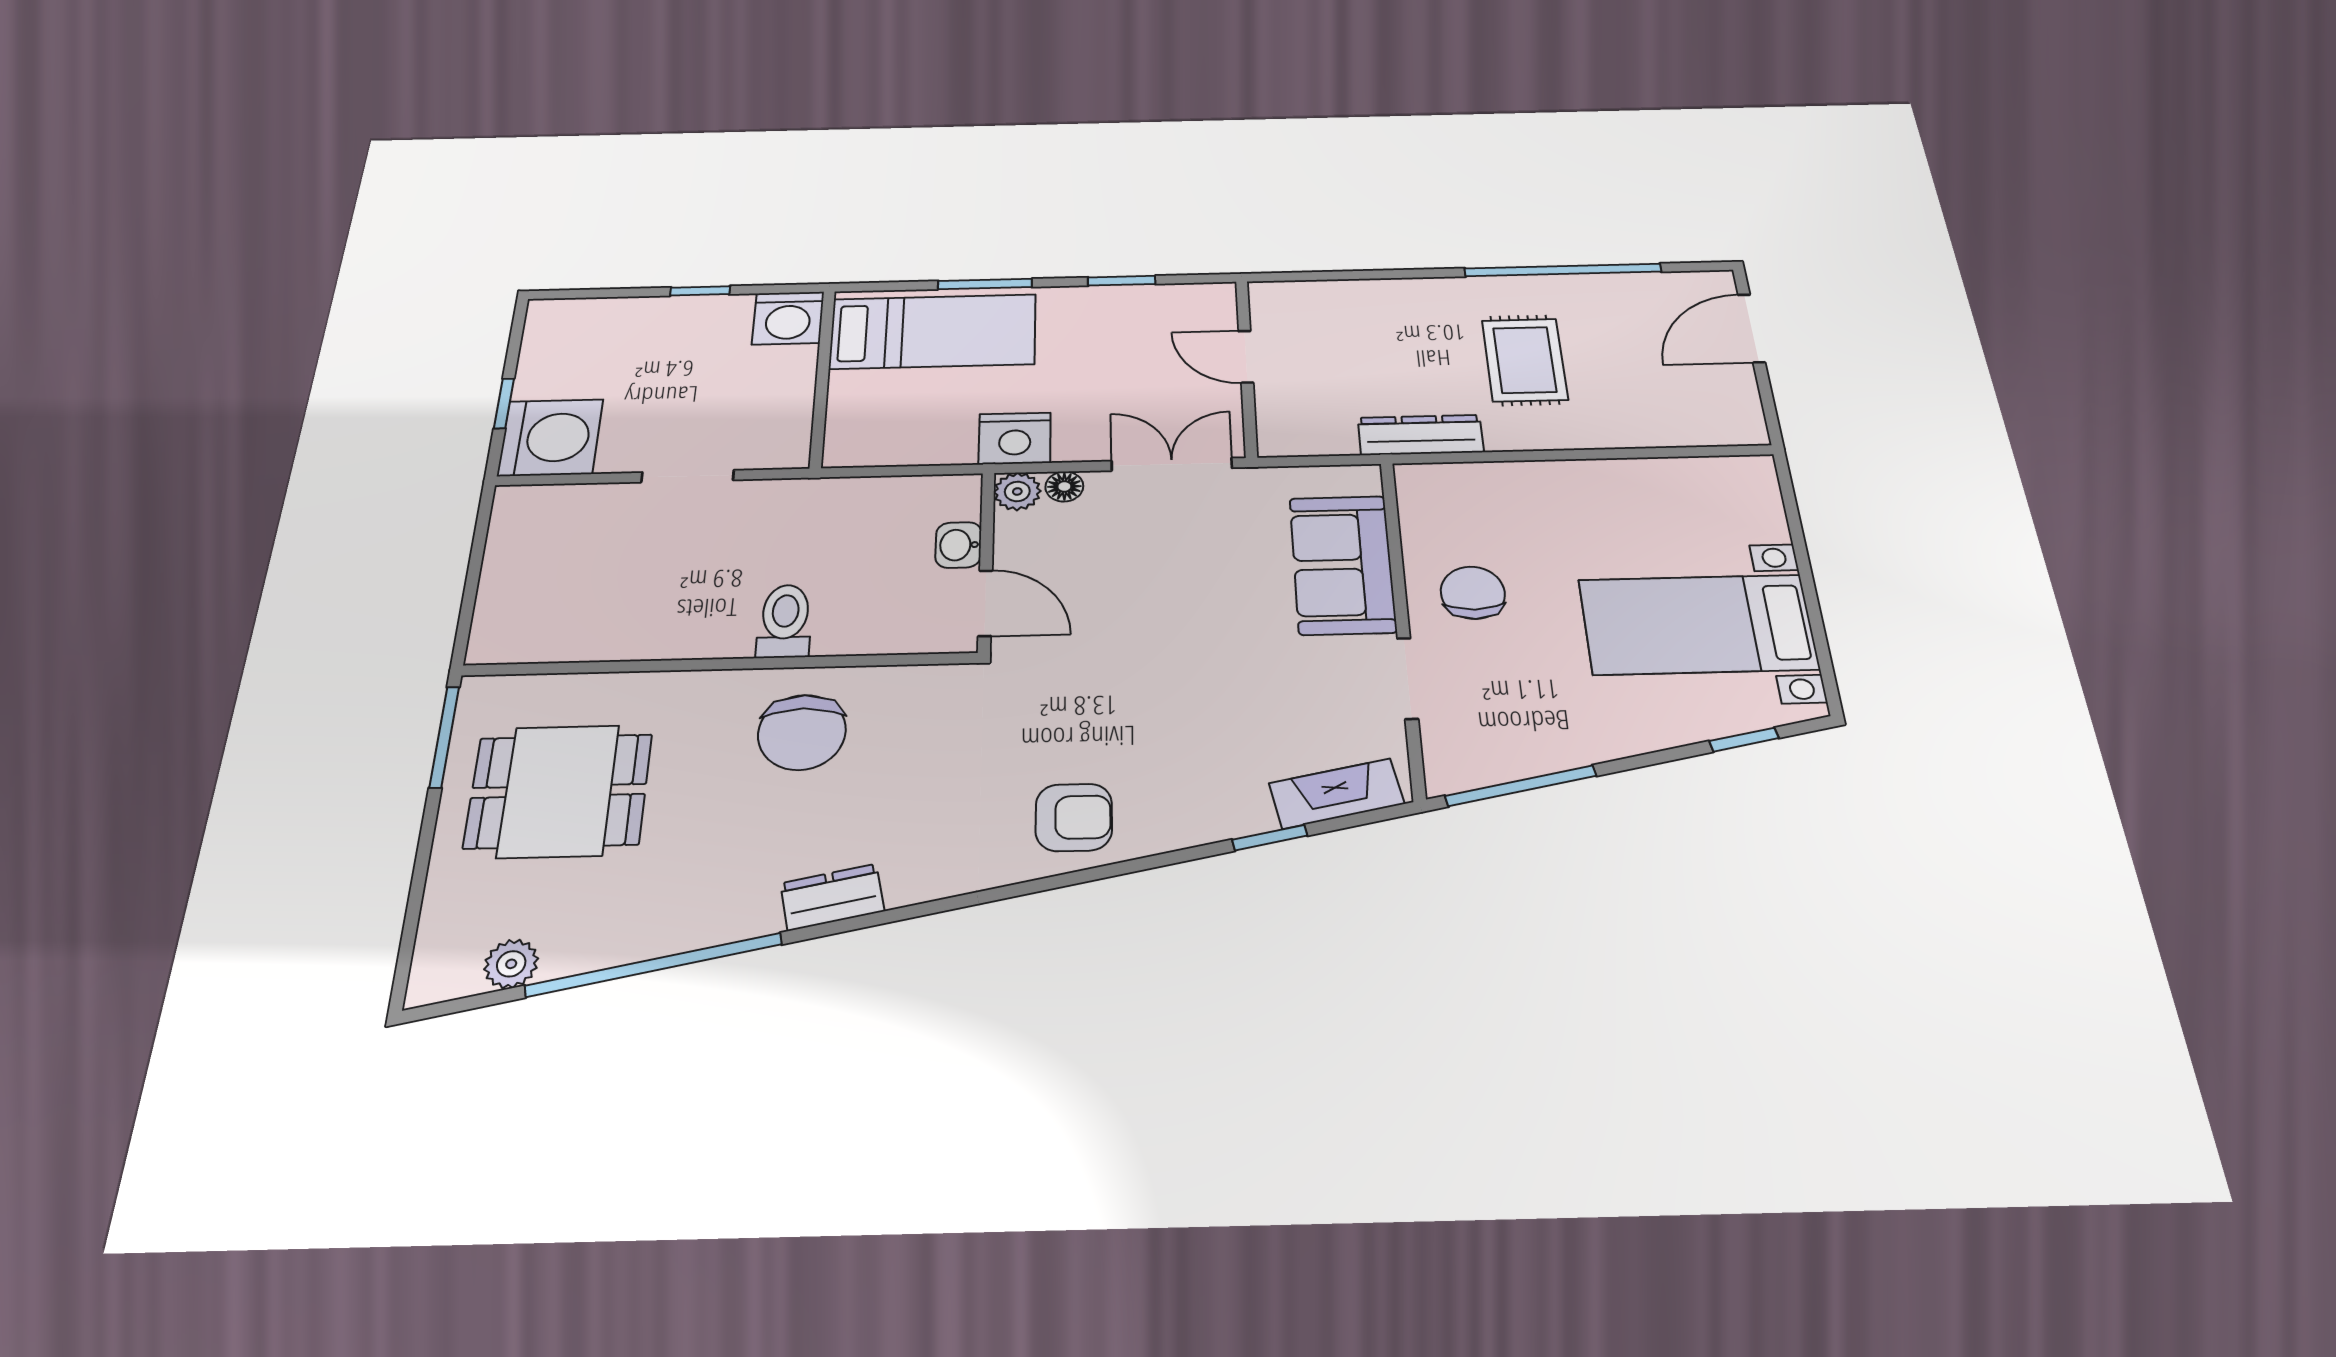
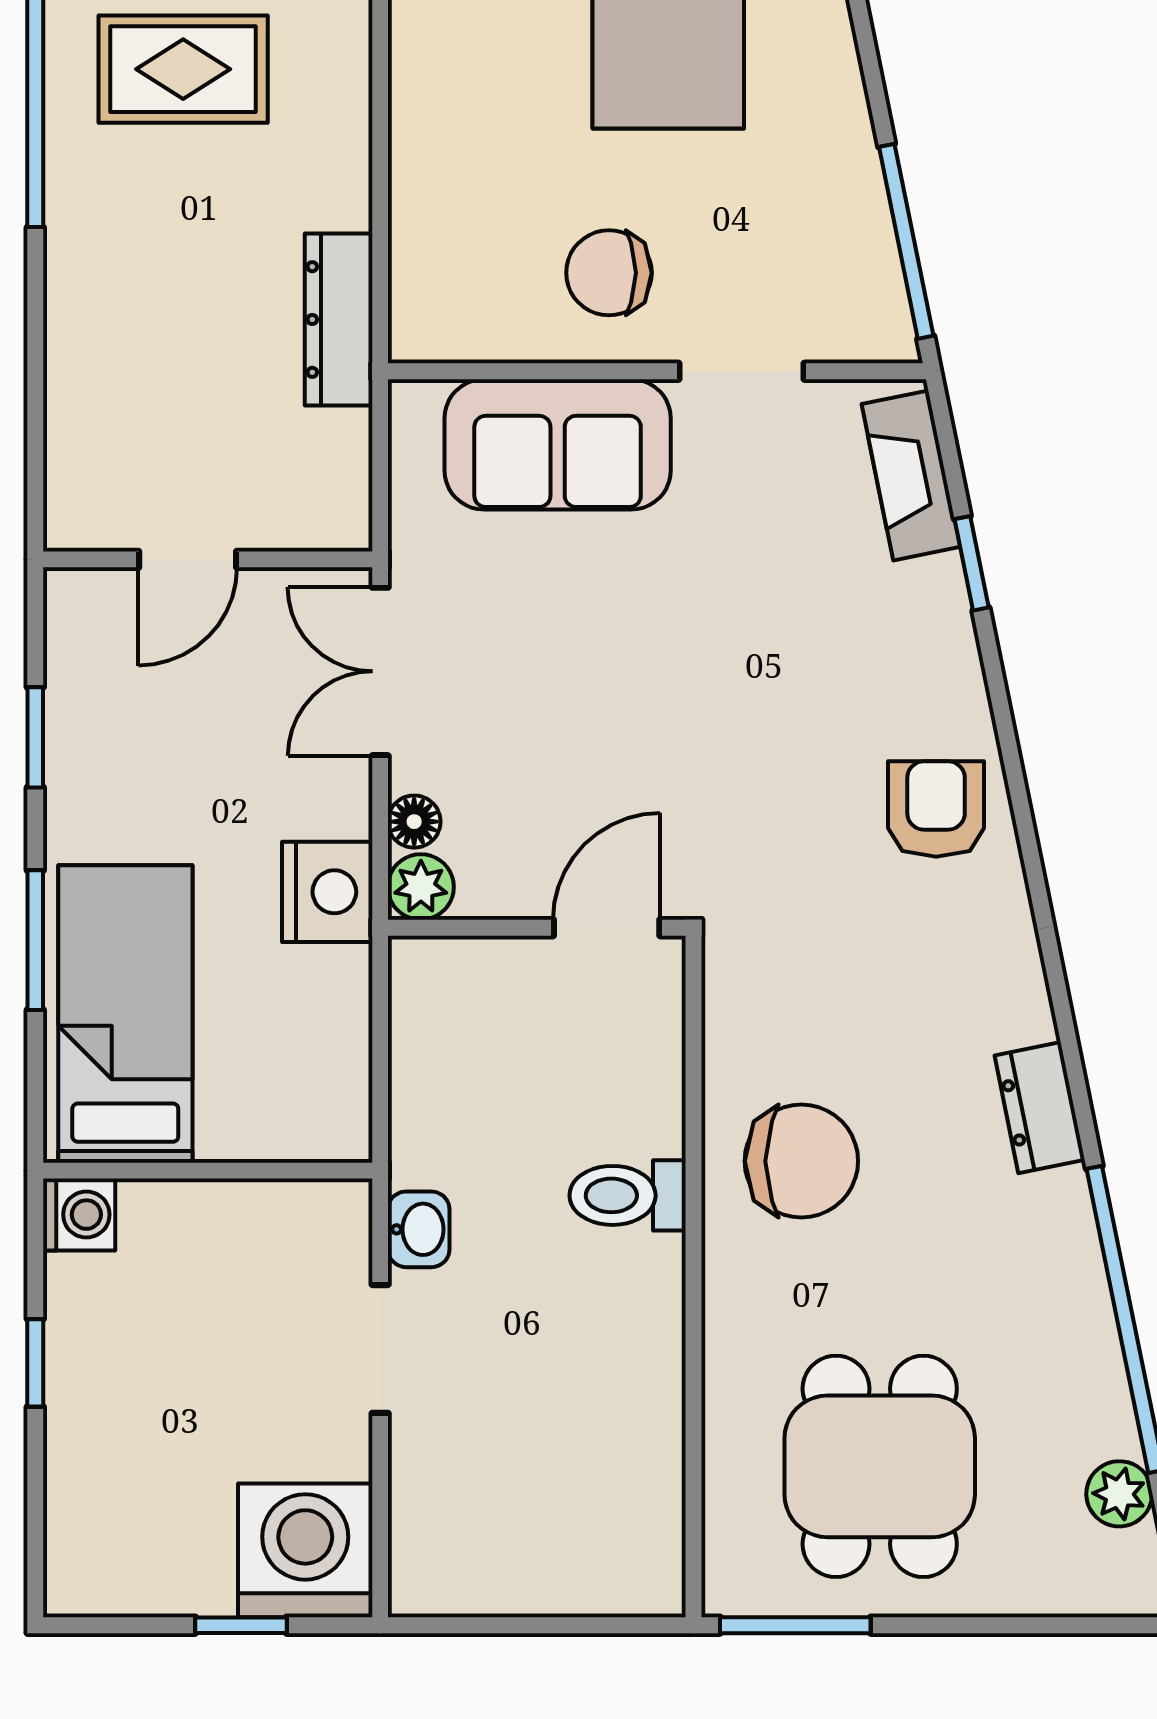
washing machine: (788, 318) -> (79, 1215), width x0.73, depth x0.73
rug: (1525, 360) -> (183, 69), moved
washbasin: (958, 545) -> (419, 1229), moved, turned -90

